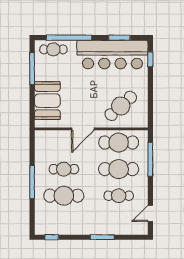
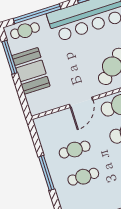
booth: (47, 101) -> (31, 71), moved
cafe table: (64, 196) -> (83, 177), width x0.73, depth x0.74

